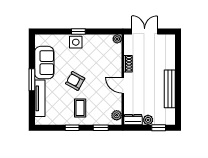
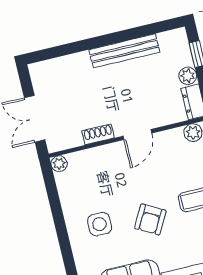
window: (78, 31) -> (63, 235), removed
side table: (76, 42) -> (100, 224), moved

